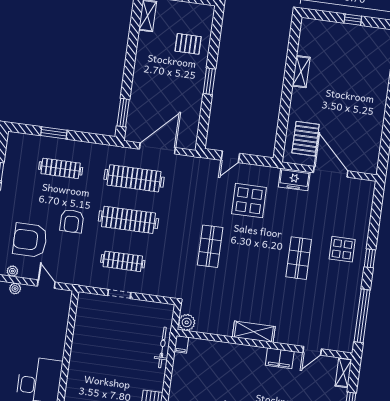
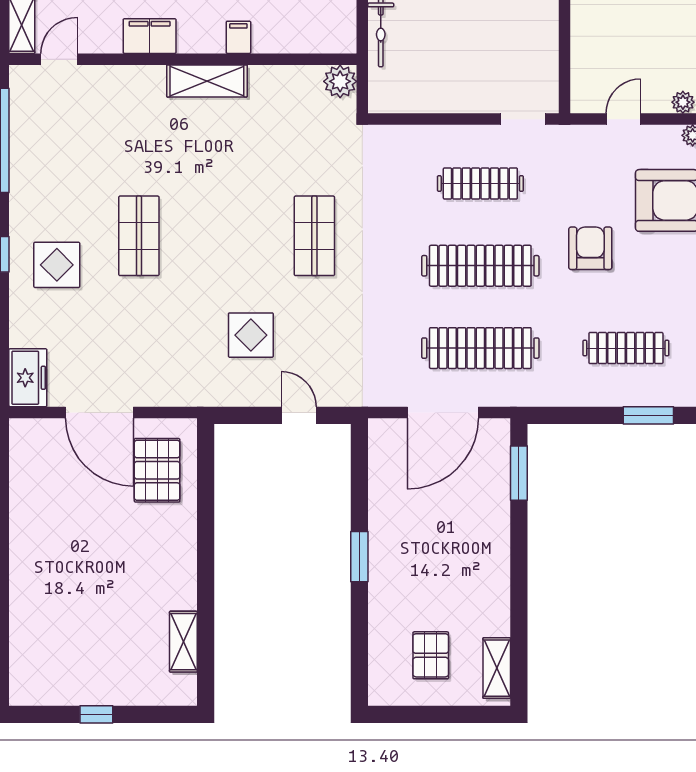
pallet: (188, 44) -> (431, 655), moved, turned 90
shelving: (301, 72) -> (183, 642), moved
door: (230, 157) -> (299, 415), hinge flipped
freezer: (294, 179) -> (28, 378), moved, turned 90
display table: (249, 201) -> (251, 335), width x0.73, depth x0.73
door: (46, 284) -> (623, 119), swing flipped
doorway: (119, 294) -> (523, 119), moved
filing cabinet: (181, 344) -> (238, 37), moved
door: (312, 351) -> (59, 59), moved

